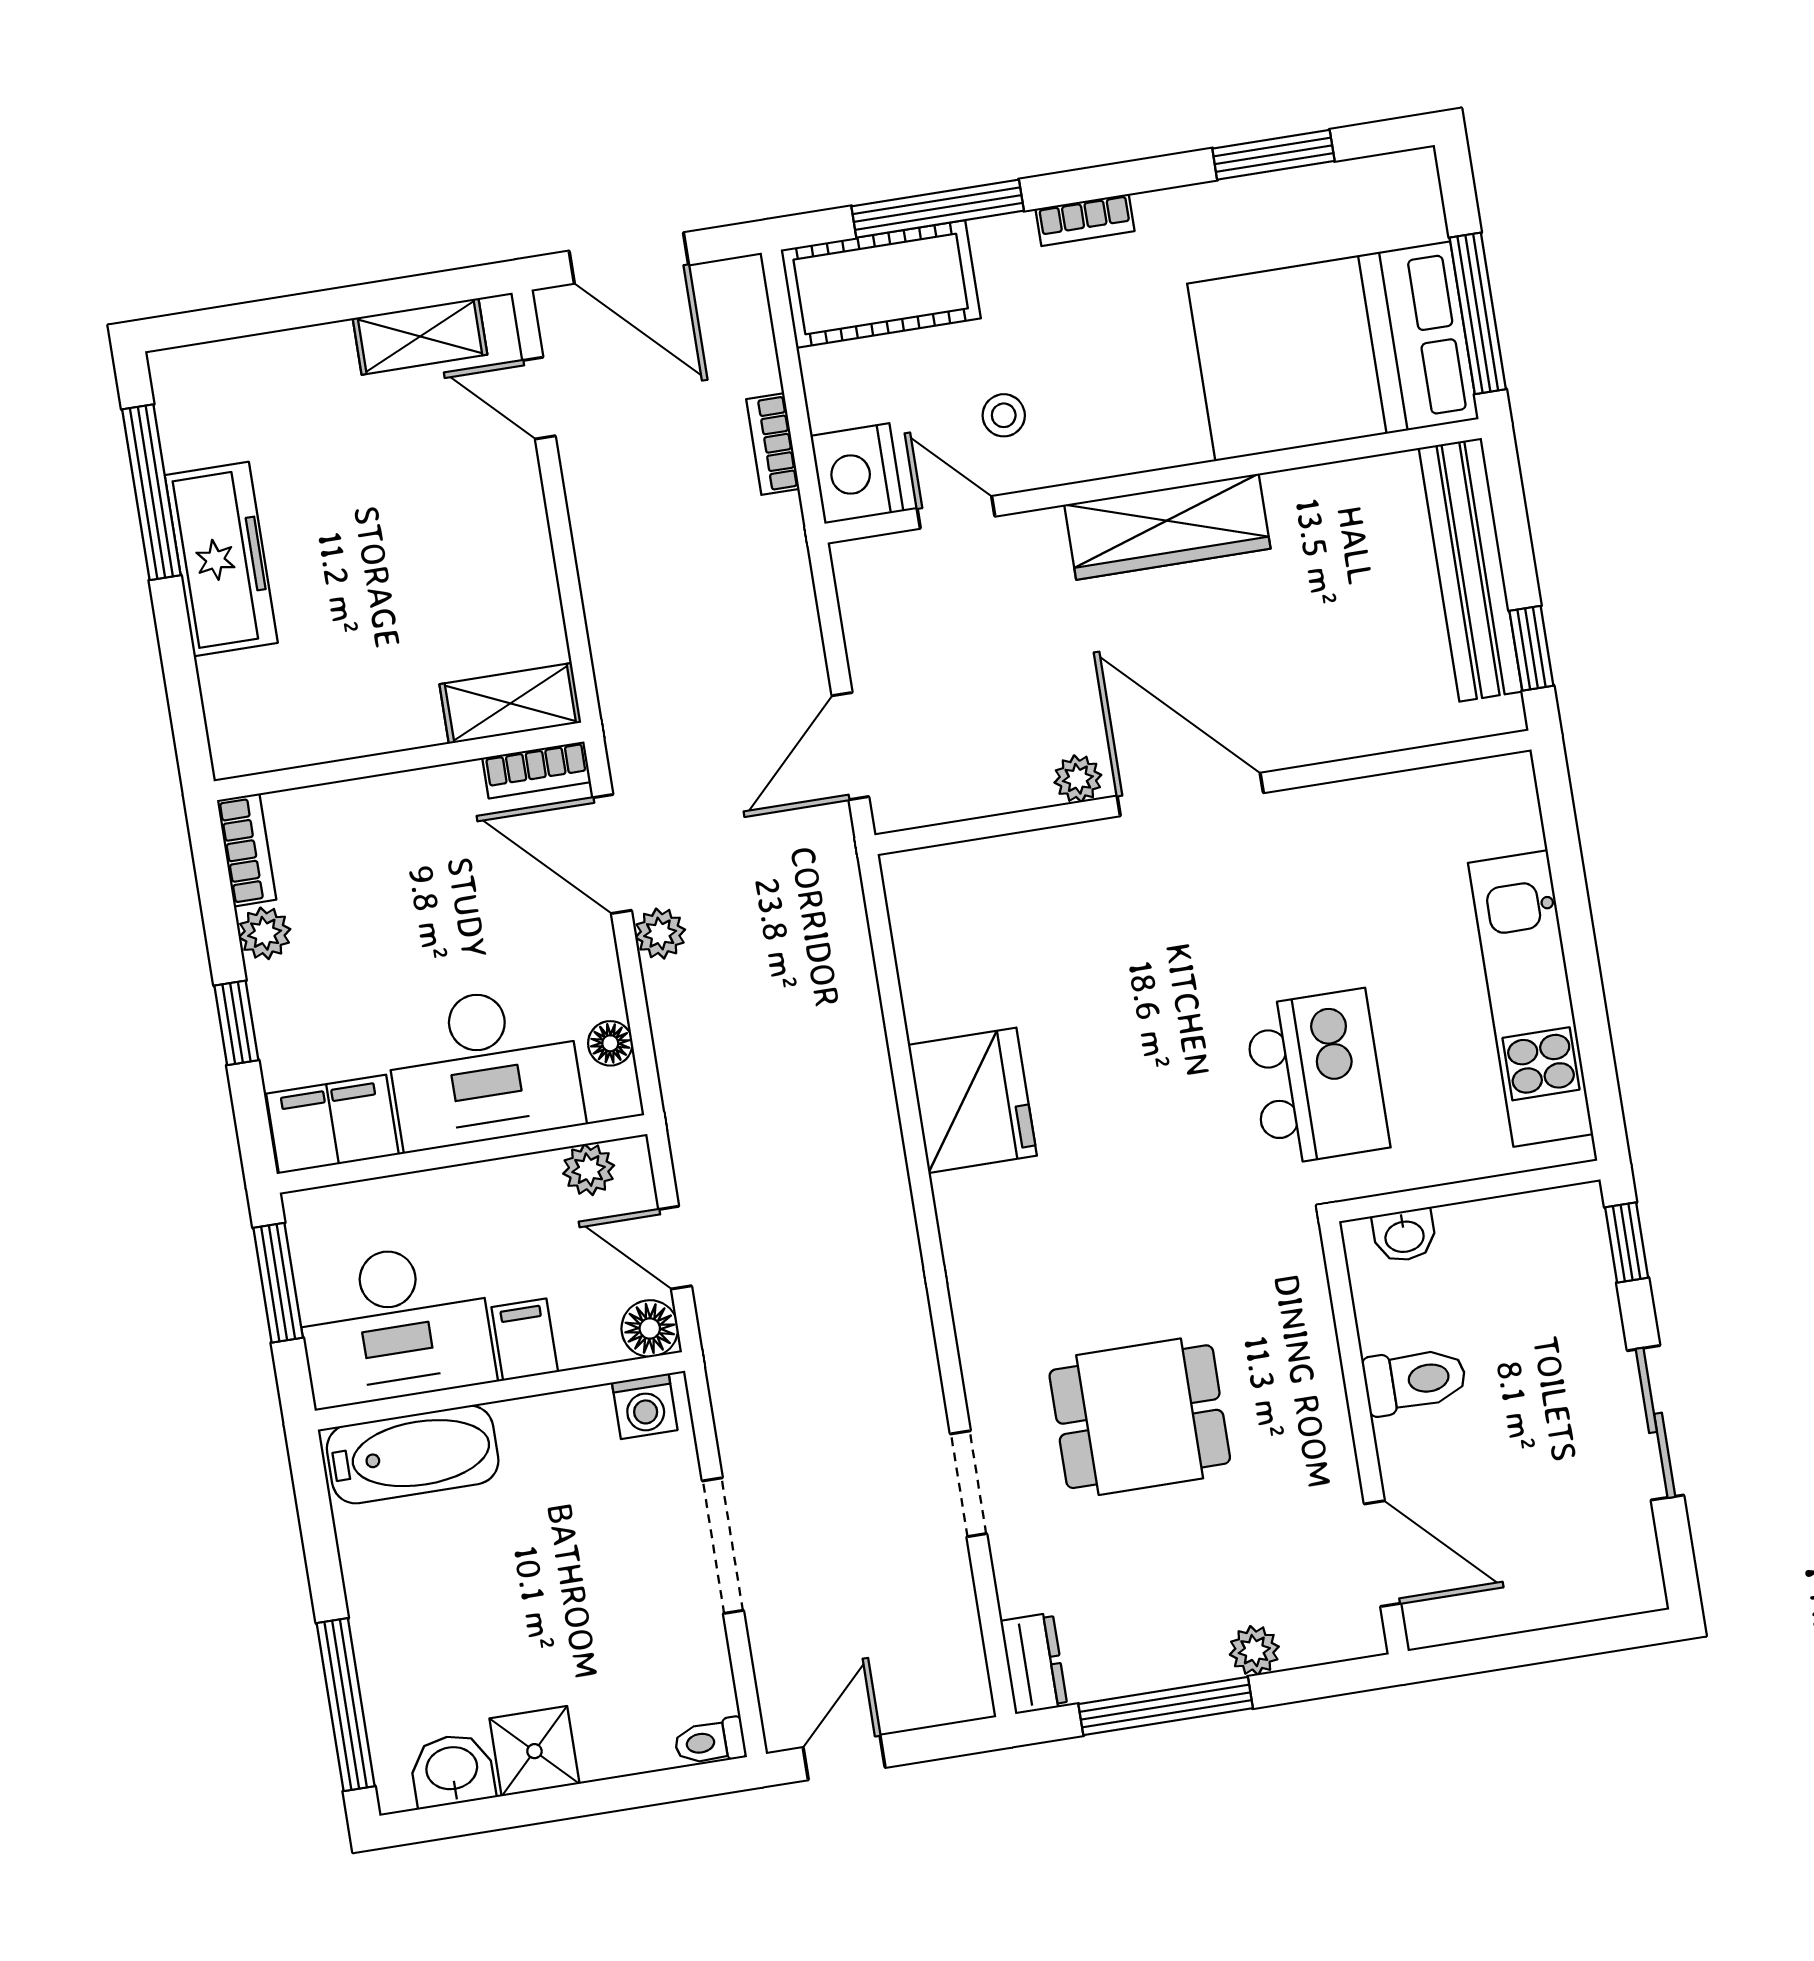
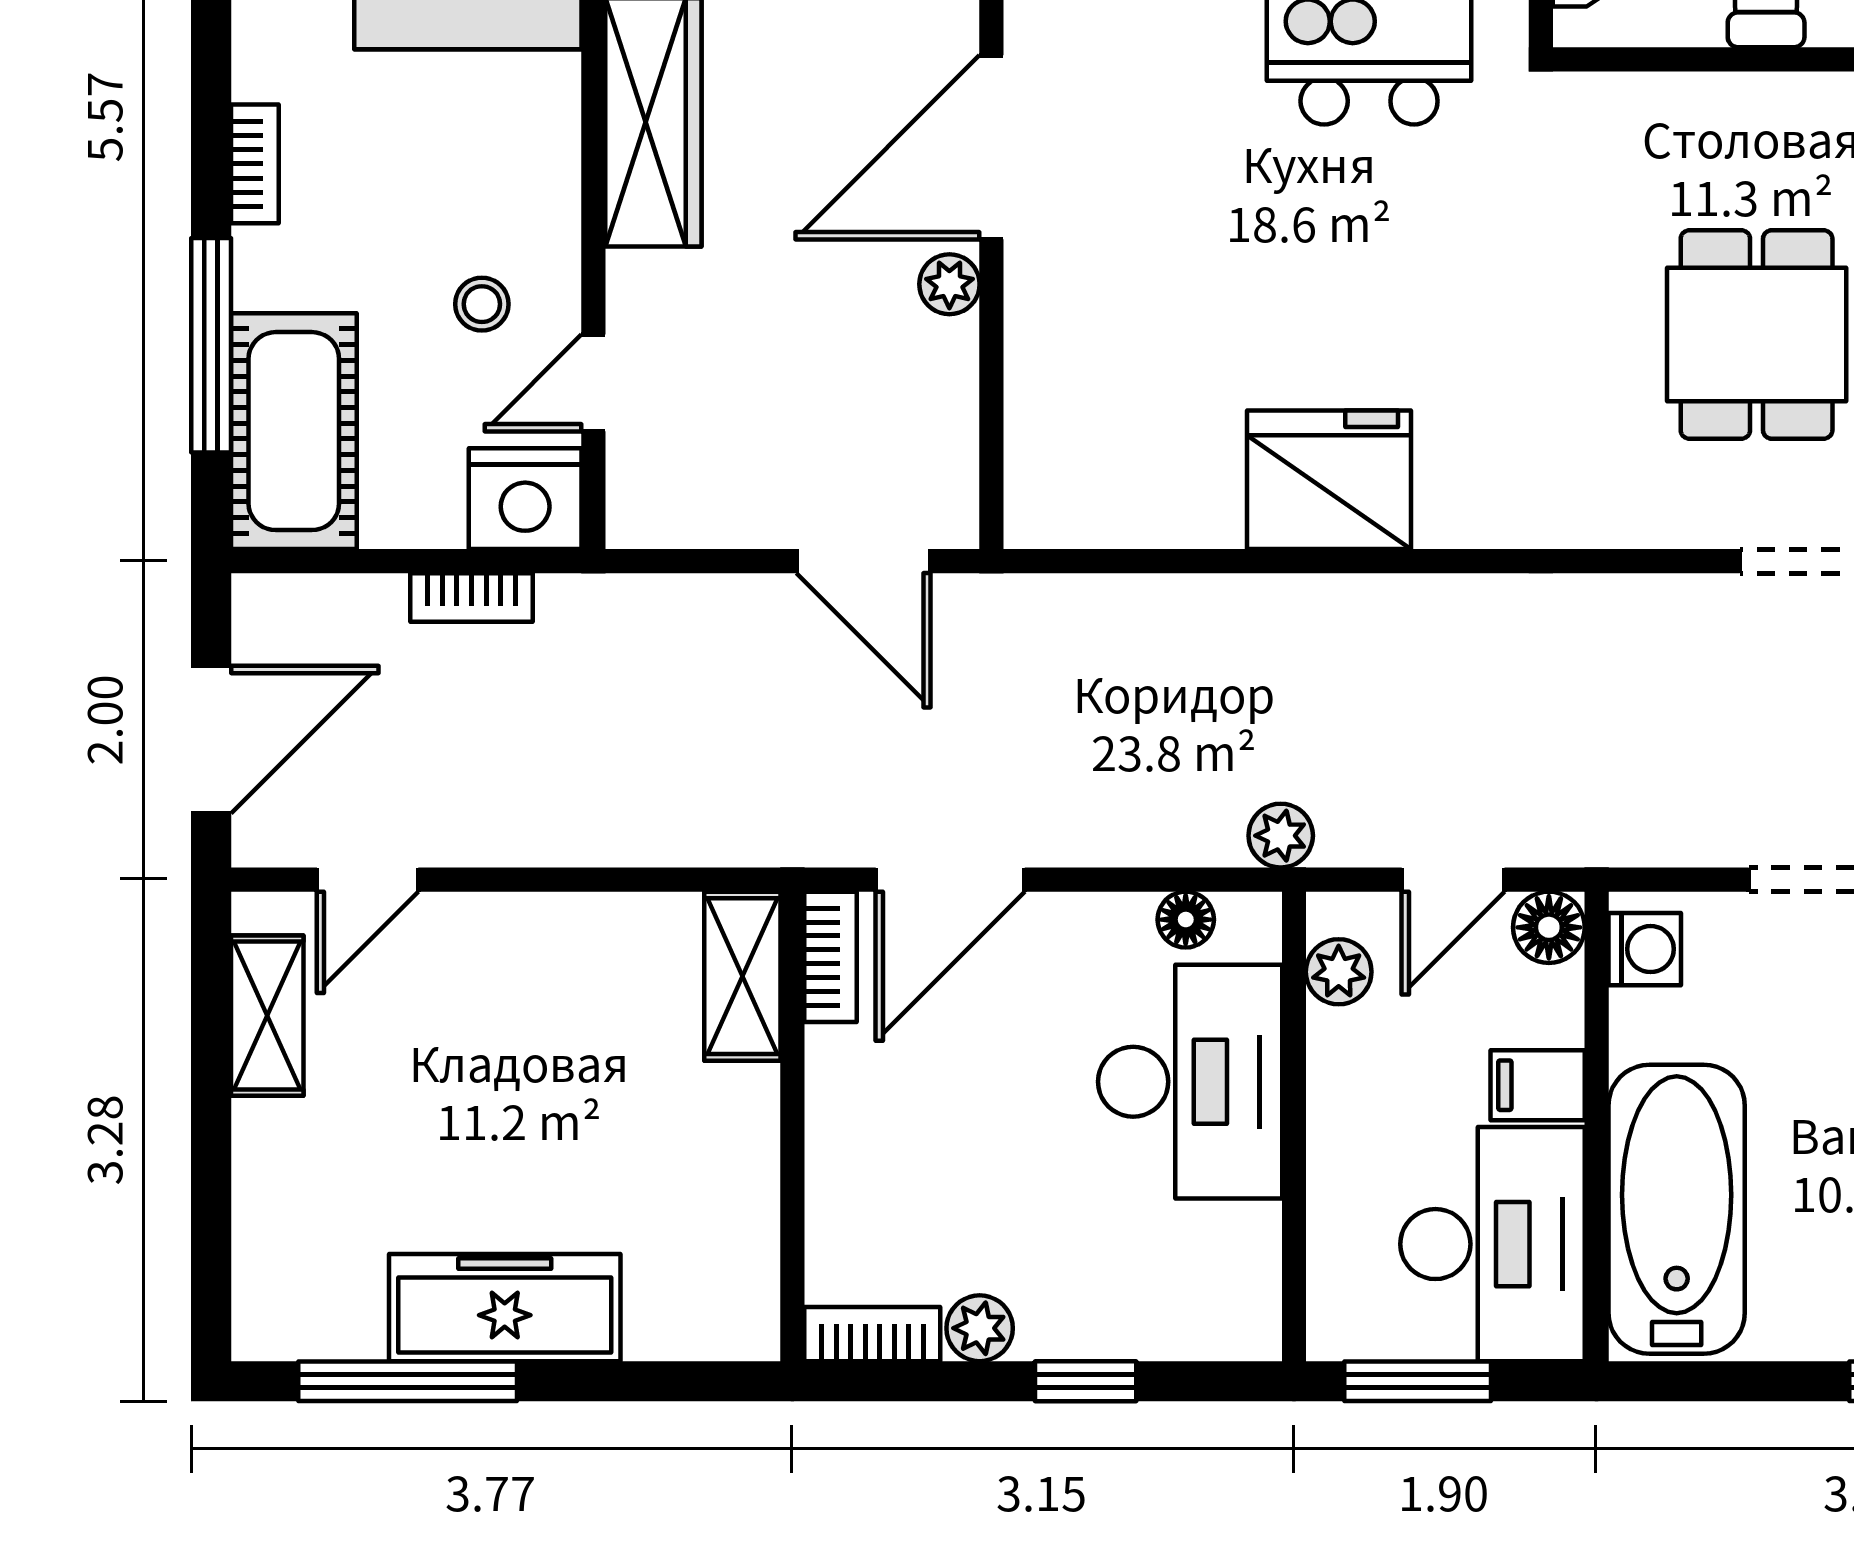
plant: (660, 934) -> (1281, 836), moved
filing cabinet: (332, 1124) -> (1231, 1282), removed
bathtub: (413, 1454) -> (1677, 1209), width x1.36, depth x1.36

